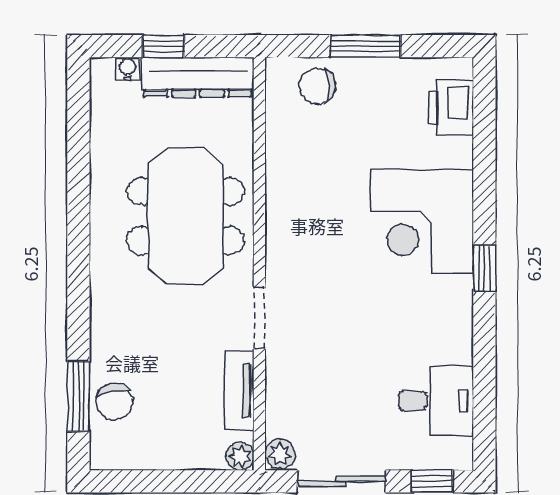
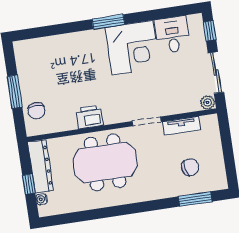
printer: (451, 107) -> (90, 117), moved, turned 180
corner desk: (422, 221) -> (132, 48), moved
window: (484, 268) -> (108, 22), width x1.50
chair: (114, 401) -> (190, 167), moved
plant: (240, 456) -> (211, 121), removed

